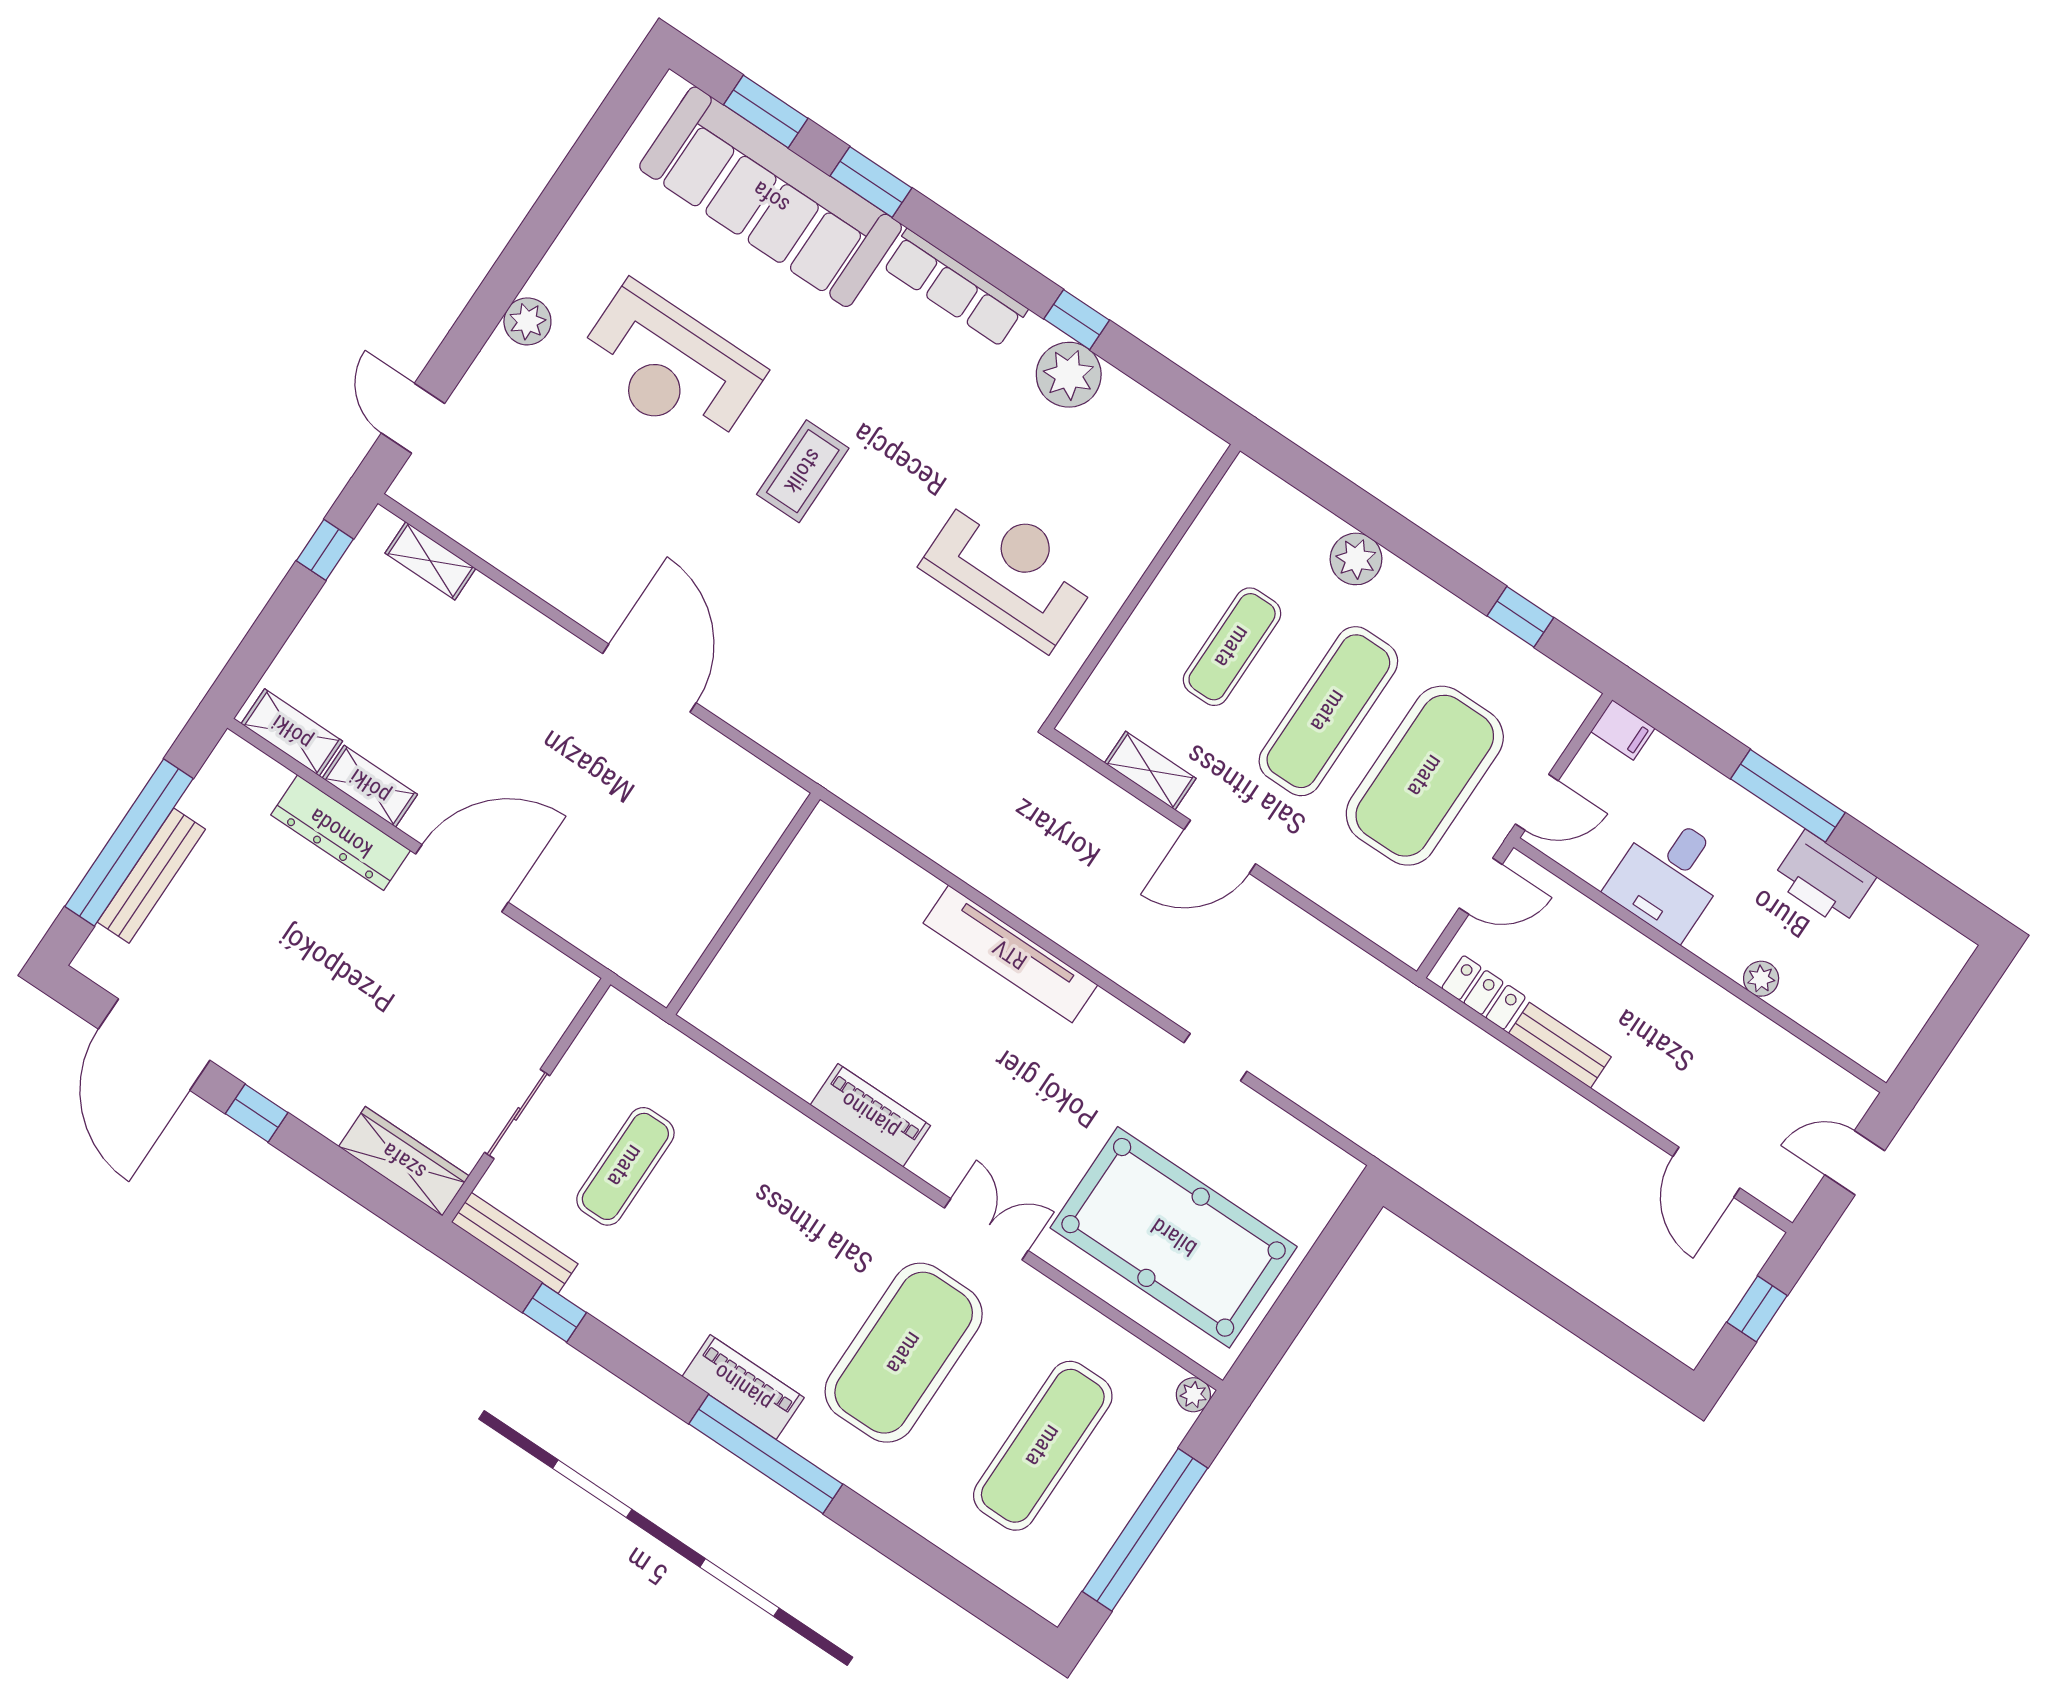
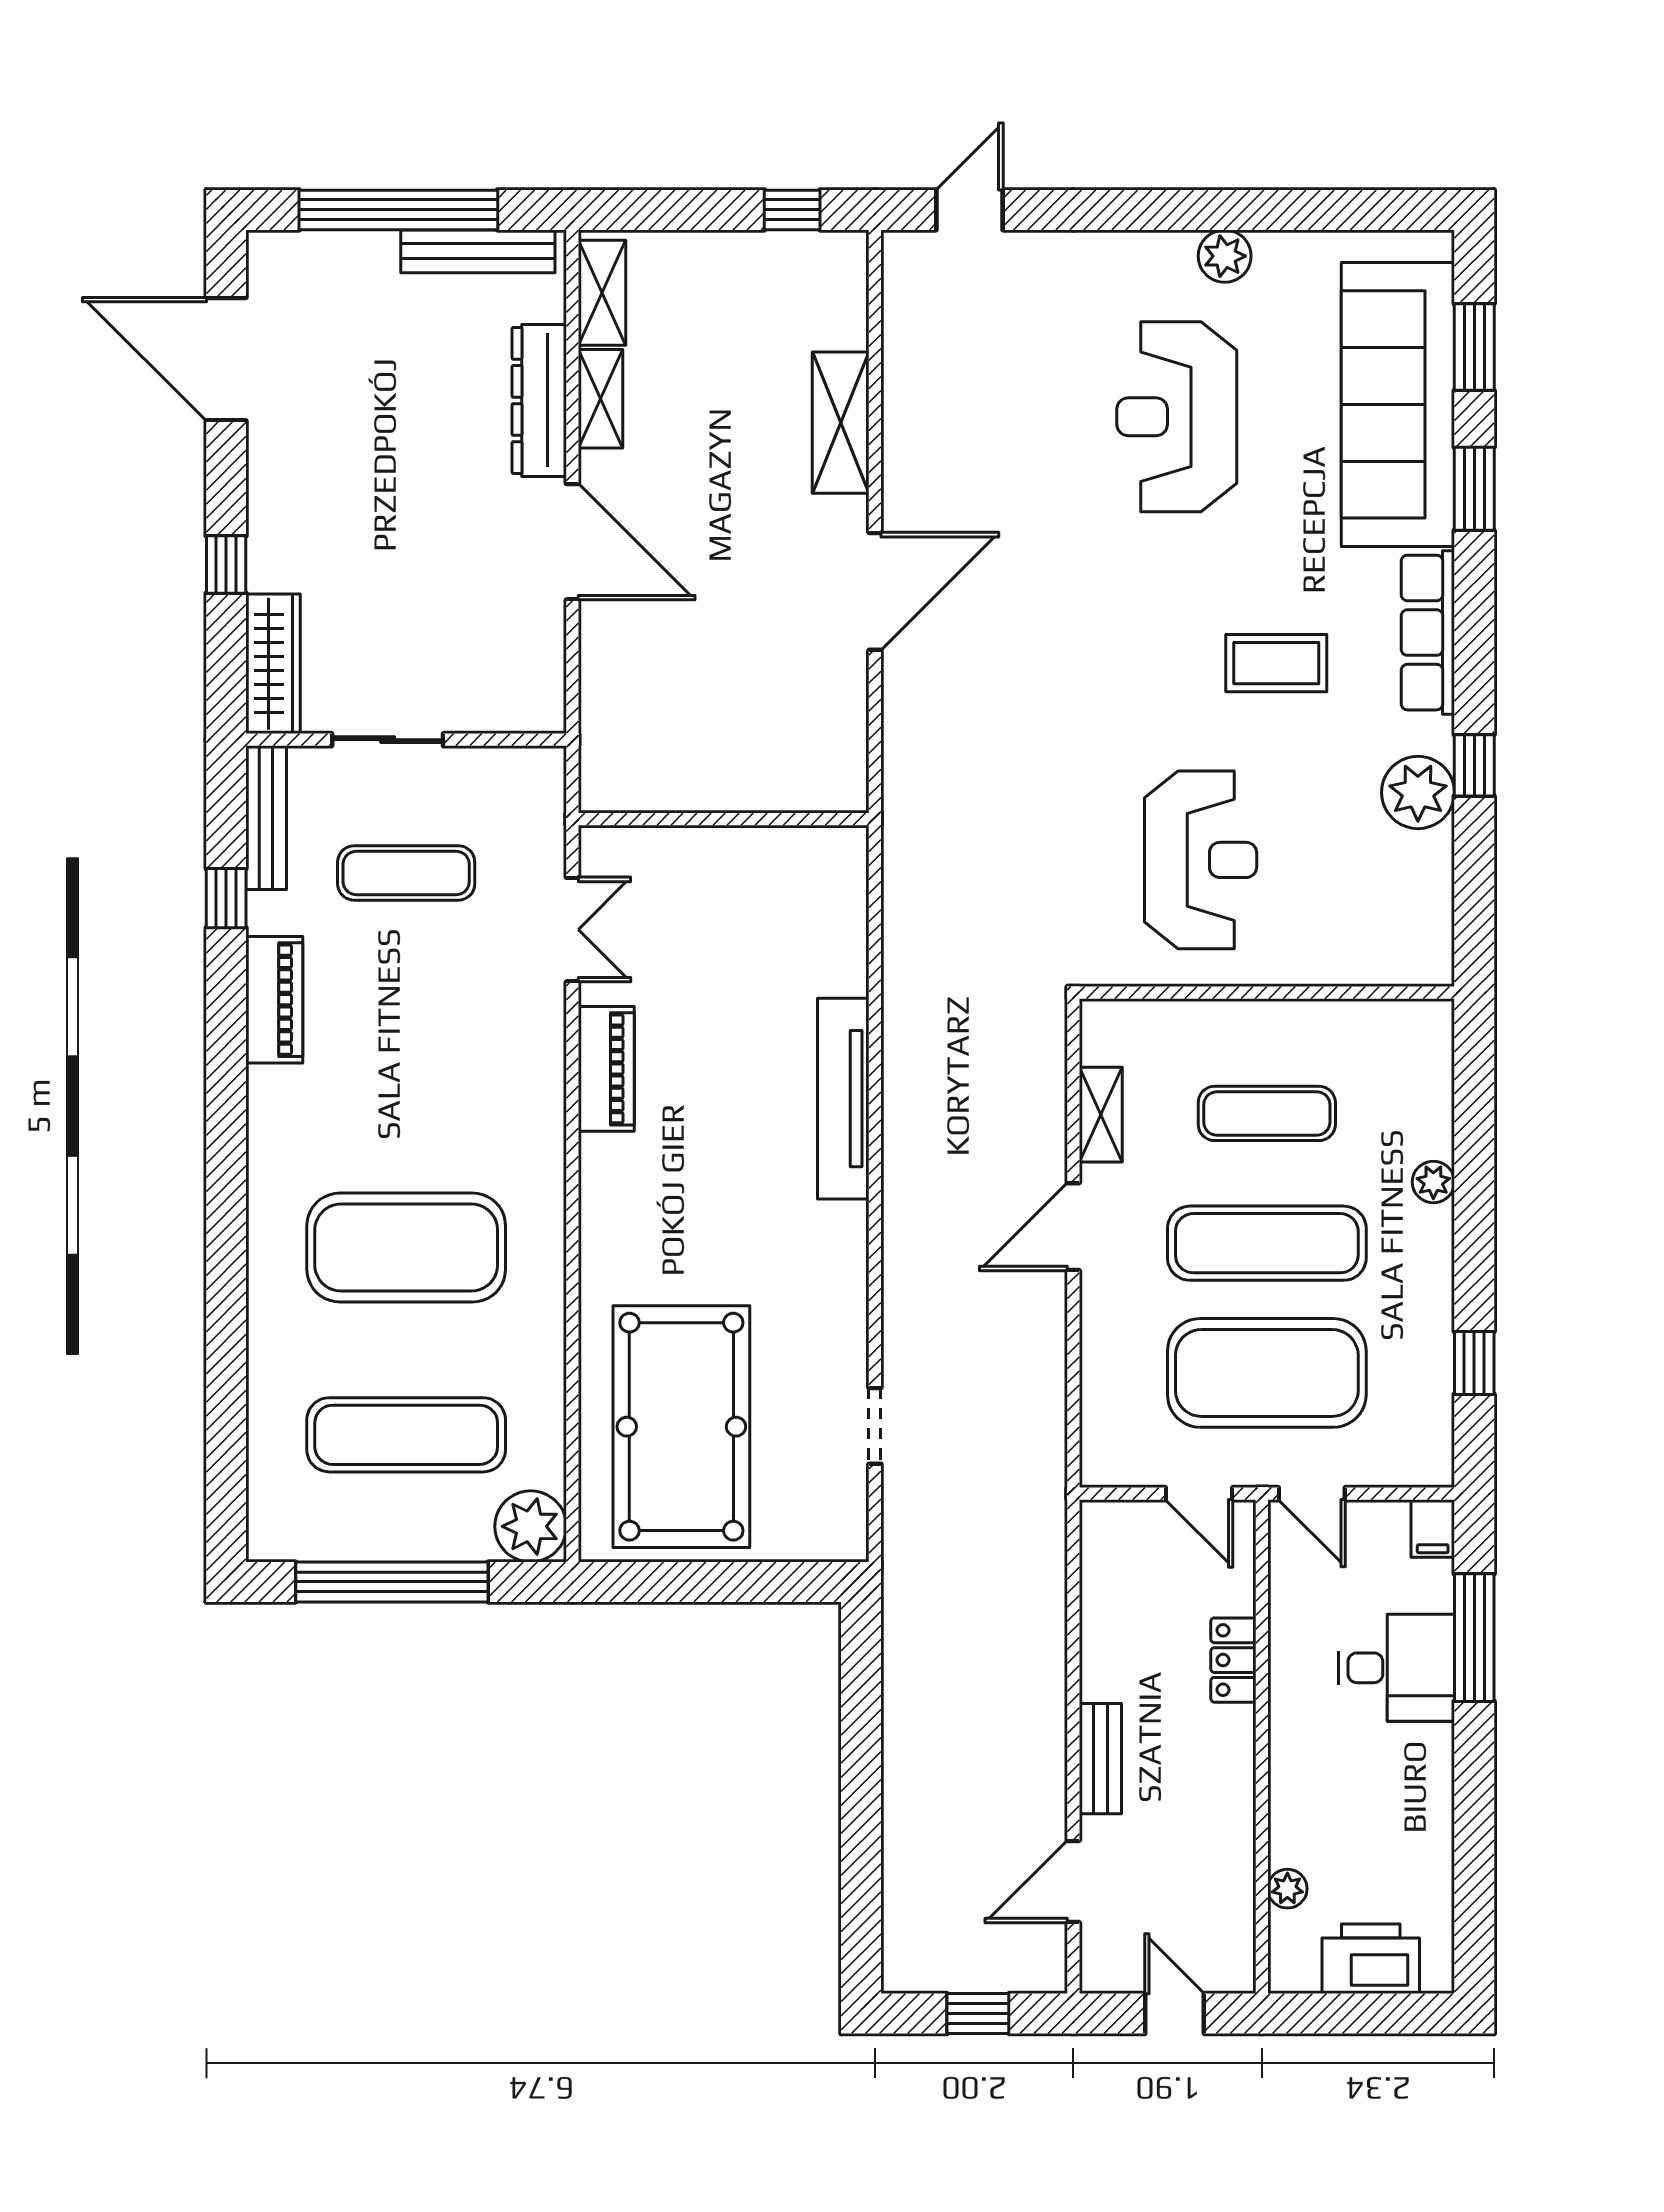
plant: (527, 321) -> (1225, 256), moved
coffee table: (803, 471) -> (1276, 663), moved
plant: (1356, 559) -> (1433, 1182), width x0.73, depth x0.73
shelving: (430, 561) -> (841, 423), moved, width x1.50, depth x1.33
window: (1788, 796) -> (1474, 1638), moved
door: (1220, 847) -> (1073, 1227), hinge flipped
bench: (151, 876) -> (478, 251), moved
desk: (1669, 876) -> (1397, 1668), moved, turned 180
printer: (1824, 879) -> (1371, 1959), moved, turned 90
plant: (1761, 979) -> (1287, 1889), moved
locker: (1484, 993) -> (1233, 1660), moved, turned 180
door: (154, 1045) -> (226, 359), hinge flipped
bench: (1560, 1045) -> (1100, 1759), moved
doorway: (1215, 1057) -> (875, 1426), moved
window: (257, 1113) -> (226, 565), moved
double door: (986, 1229) -> (572, 930), moved
piano: (743, 1387) -> (274, 1000), moved
plant: (1193, 1395) -> (531, 1526), width x1.88, depth x1.88
window: (766, 1454) -> (226, 1182), removed

